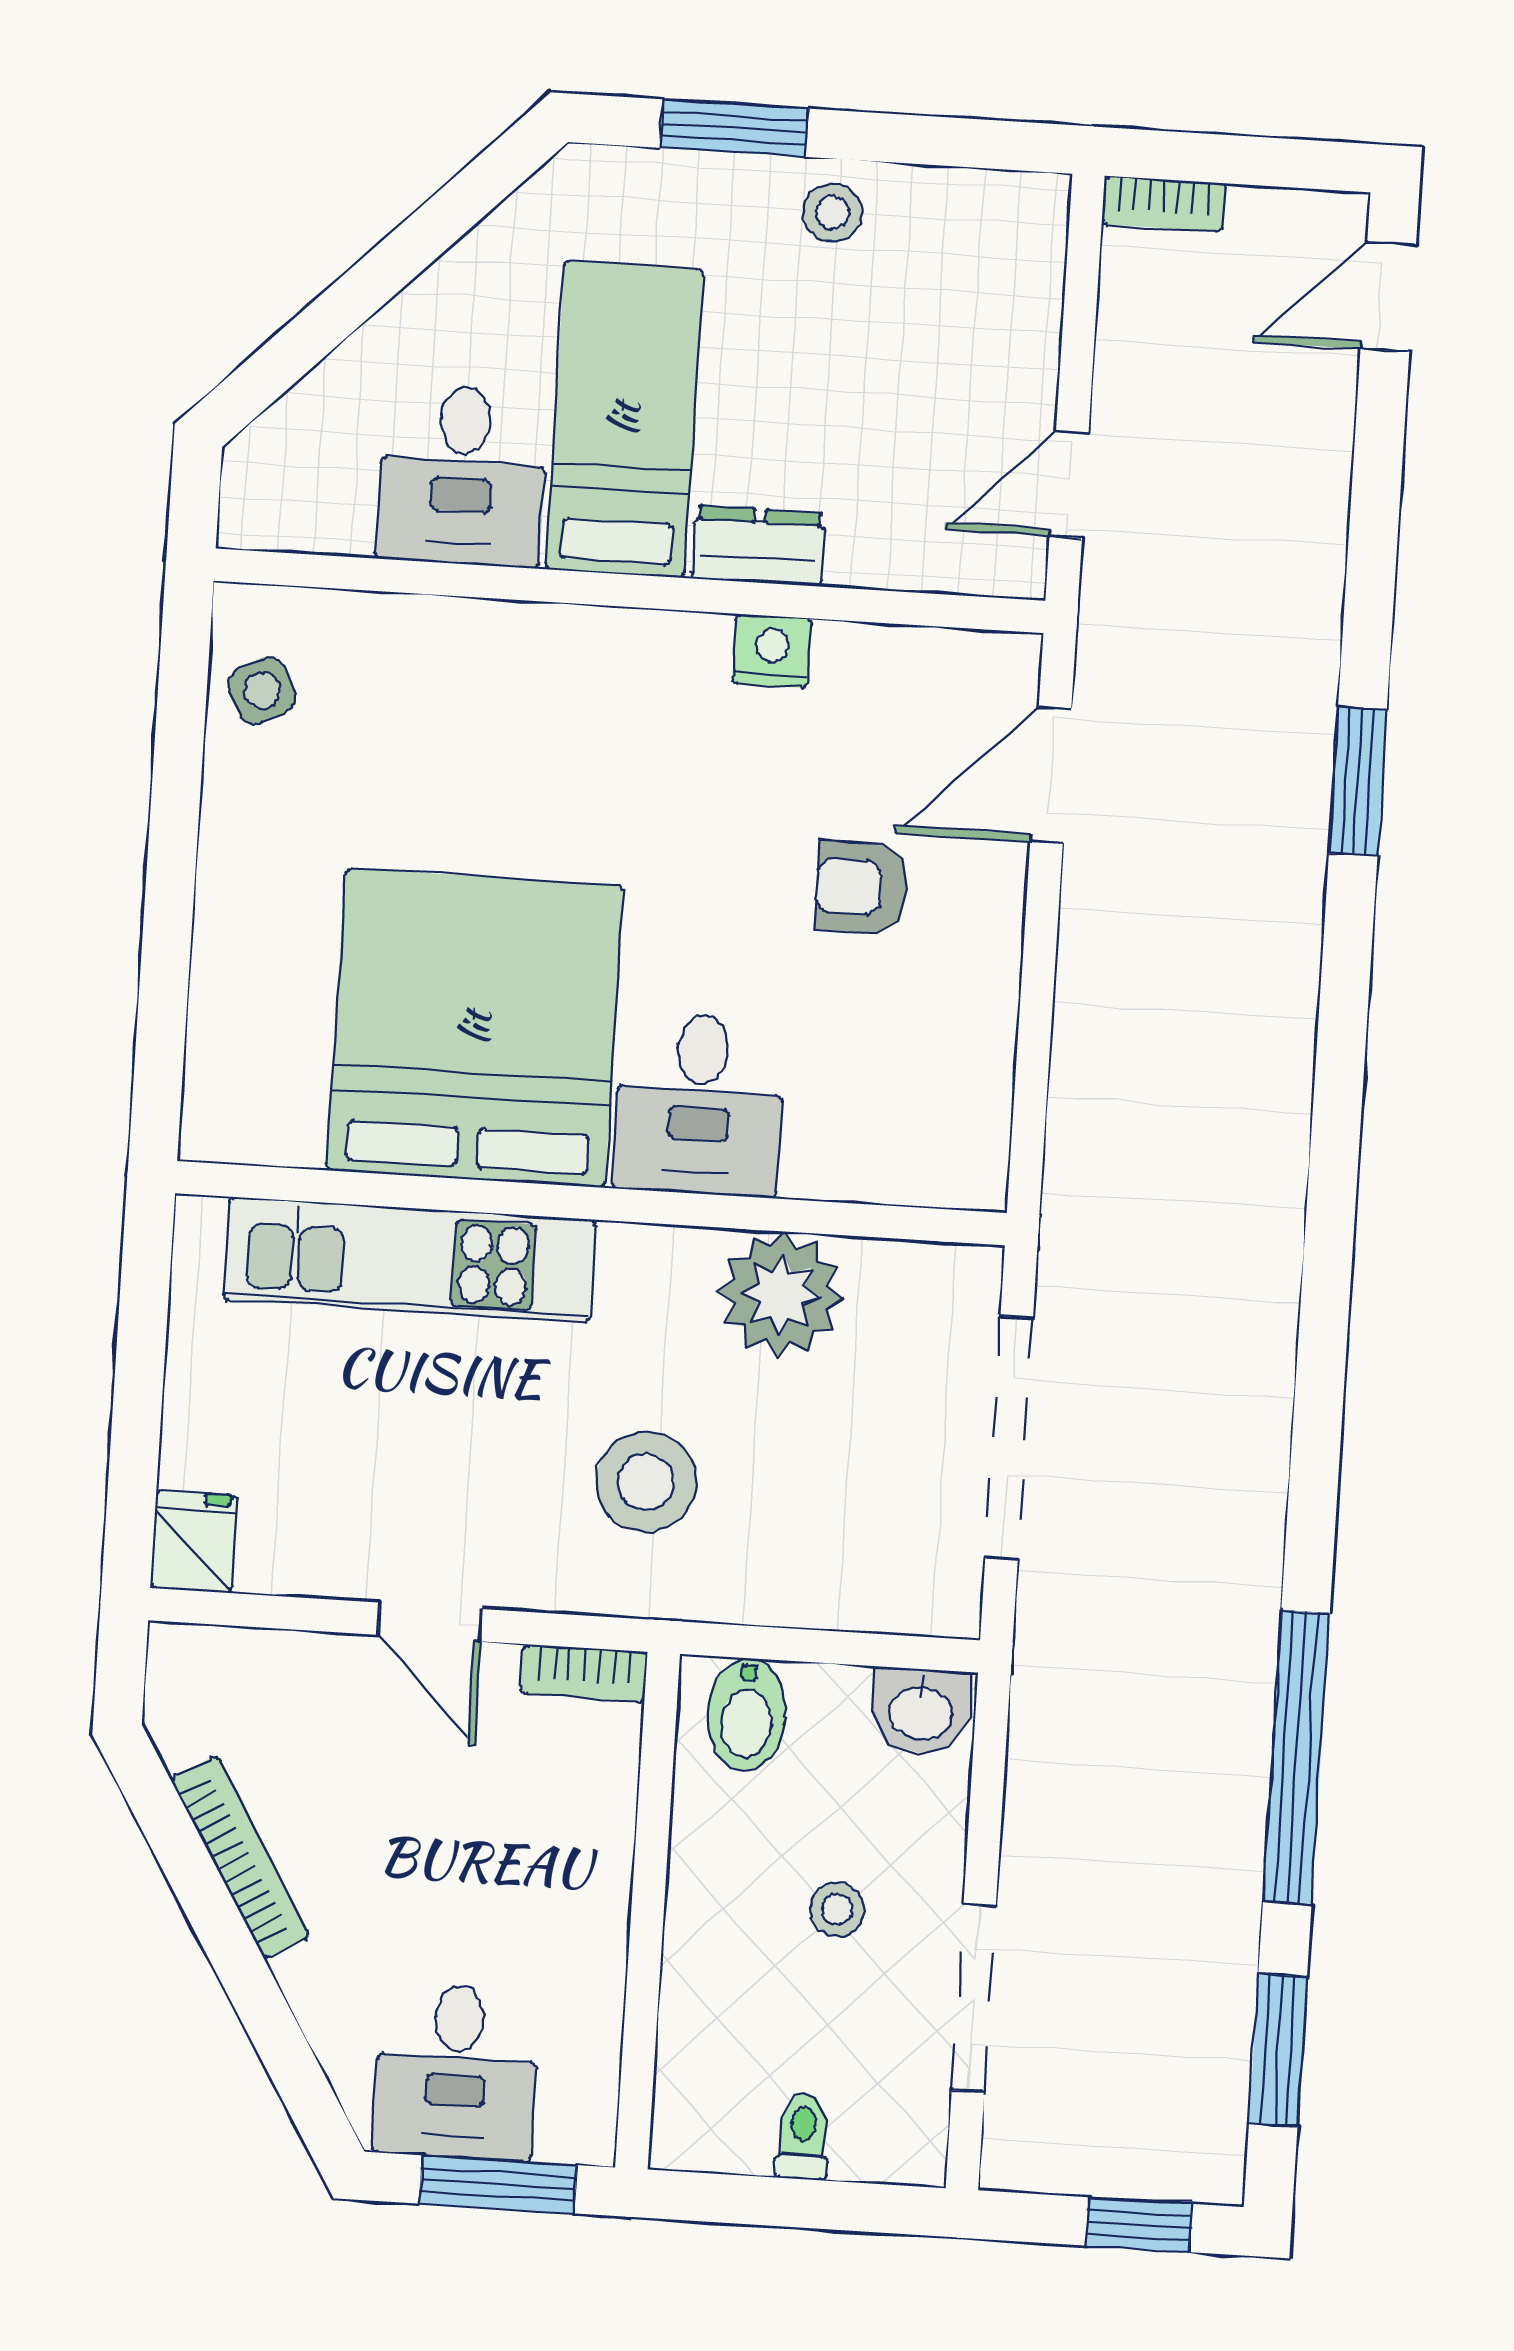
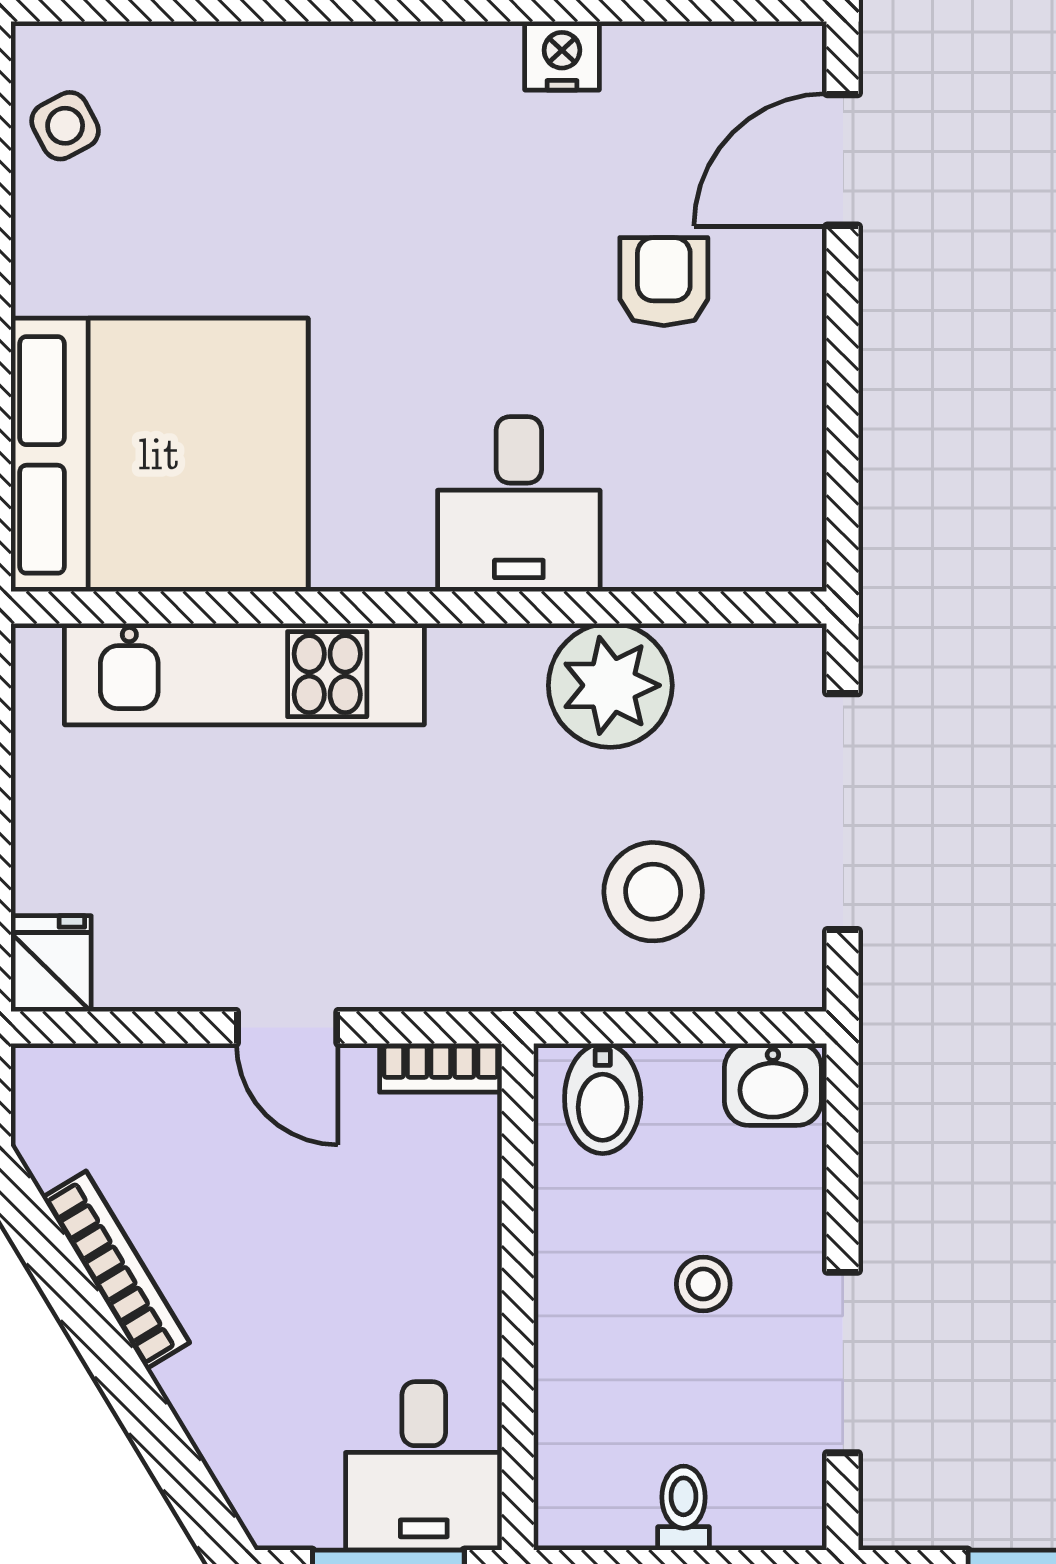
armchair: (861, 887) -> (664, 282), turned 90
bed: (475, 1028) -> (159, 455), moved, turned 90
stool: (646, 1482) -> (653, 892), moved
desk: (456, 2071) -> (424, 1466), moved

